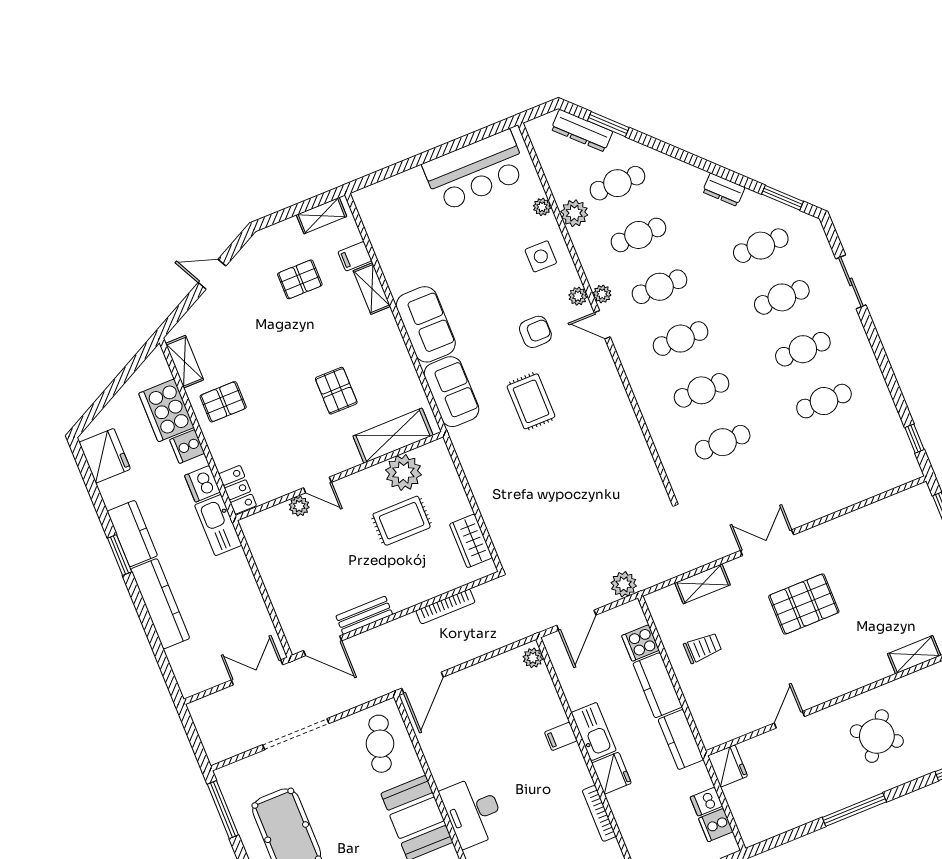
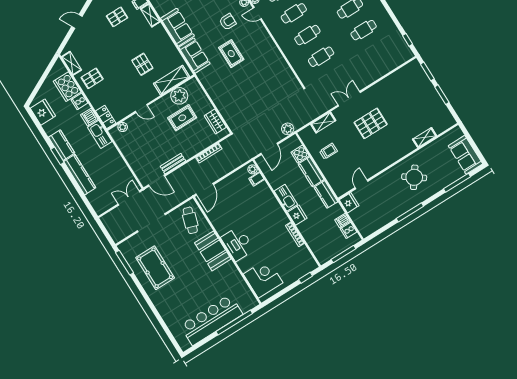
plant: (299, 506) -> (123, 127), moved
door: (789, 720) -> (361, 184), moved
filing cabinet: (561, 736) -> (256, 179), moved

